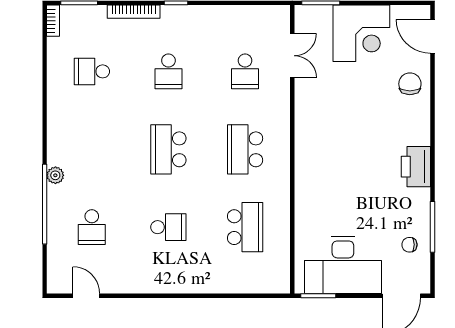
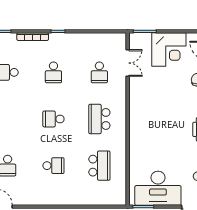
school desk: (168, 149) -> (53, 119), width x0.54

